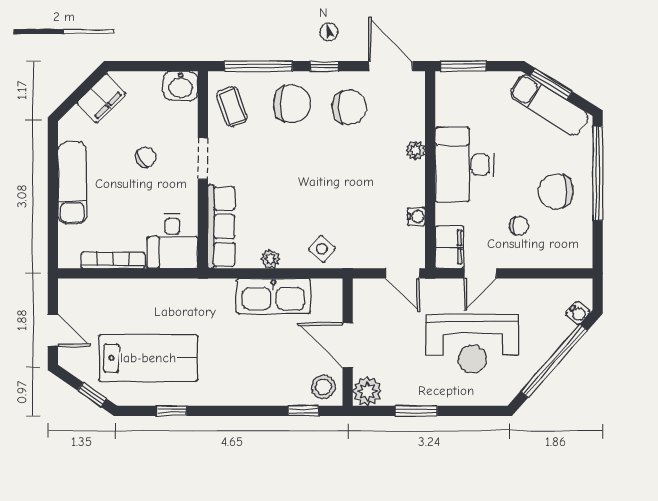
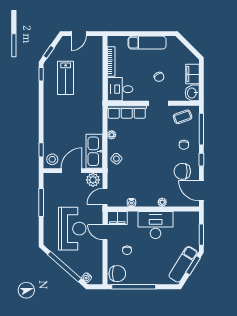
door: (391, 66) -> (201, 191), swing flipped
window: (463, 66) -> (201, 235), moved
filing cabinet: (101, 98) -> (192, 74), moved, turned 45
chair: (292, 104) -> (184, 145), width x0.54, depth x0.54
chair: (349, 107) -> (182, 171), turned 90
window: (598, 173) -> (134, 287), moved
chair: (556, 192) -> (117, 274), moved, turned 90
kitchen sink: (273, 296) -> (94, 151), moved
reception desk: (472, 344) -> (72, 229), turned 180
lab bench: (148, 358) -> (66, 78), width x0.73, depth x0.72
plant: (367, 391) -> (93, 180), moved
window: (172, 411) -> (41, 74), moved
window: (416, 411) -> (41, 202), width x1.44

